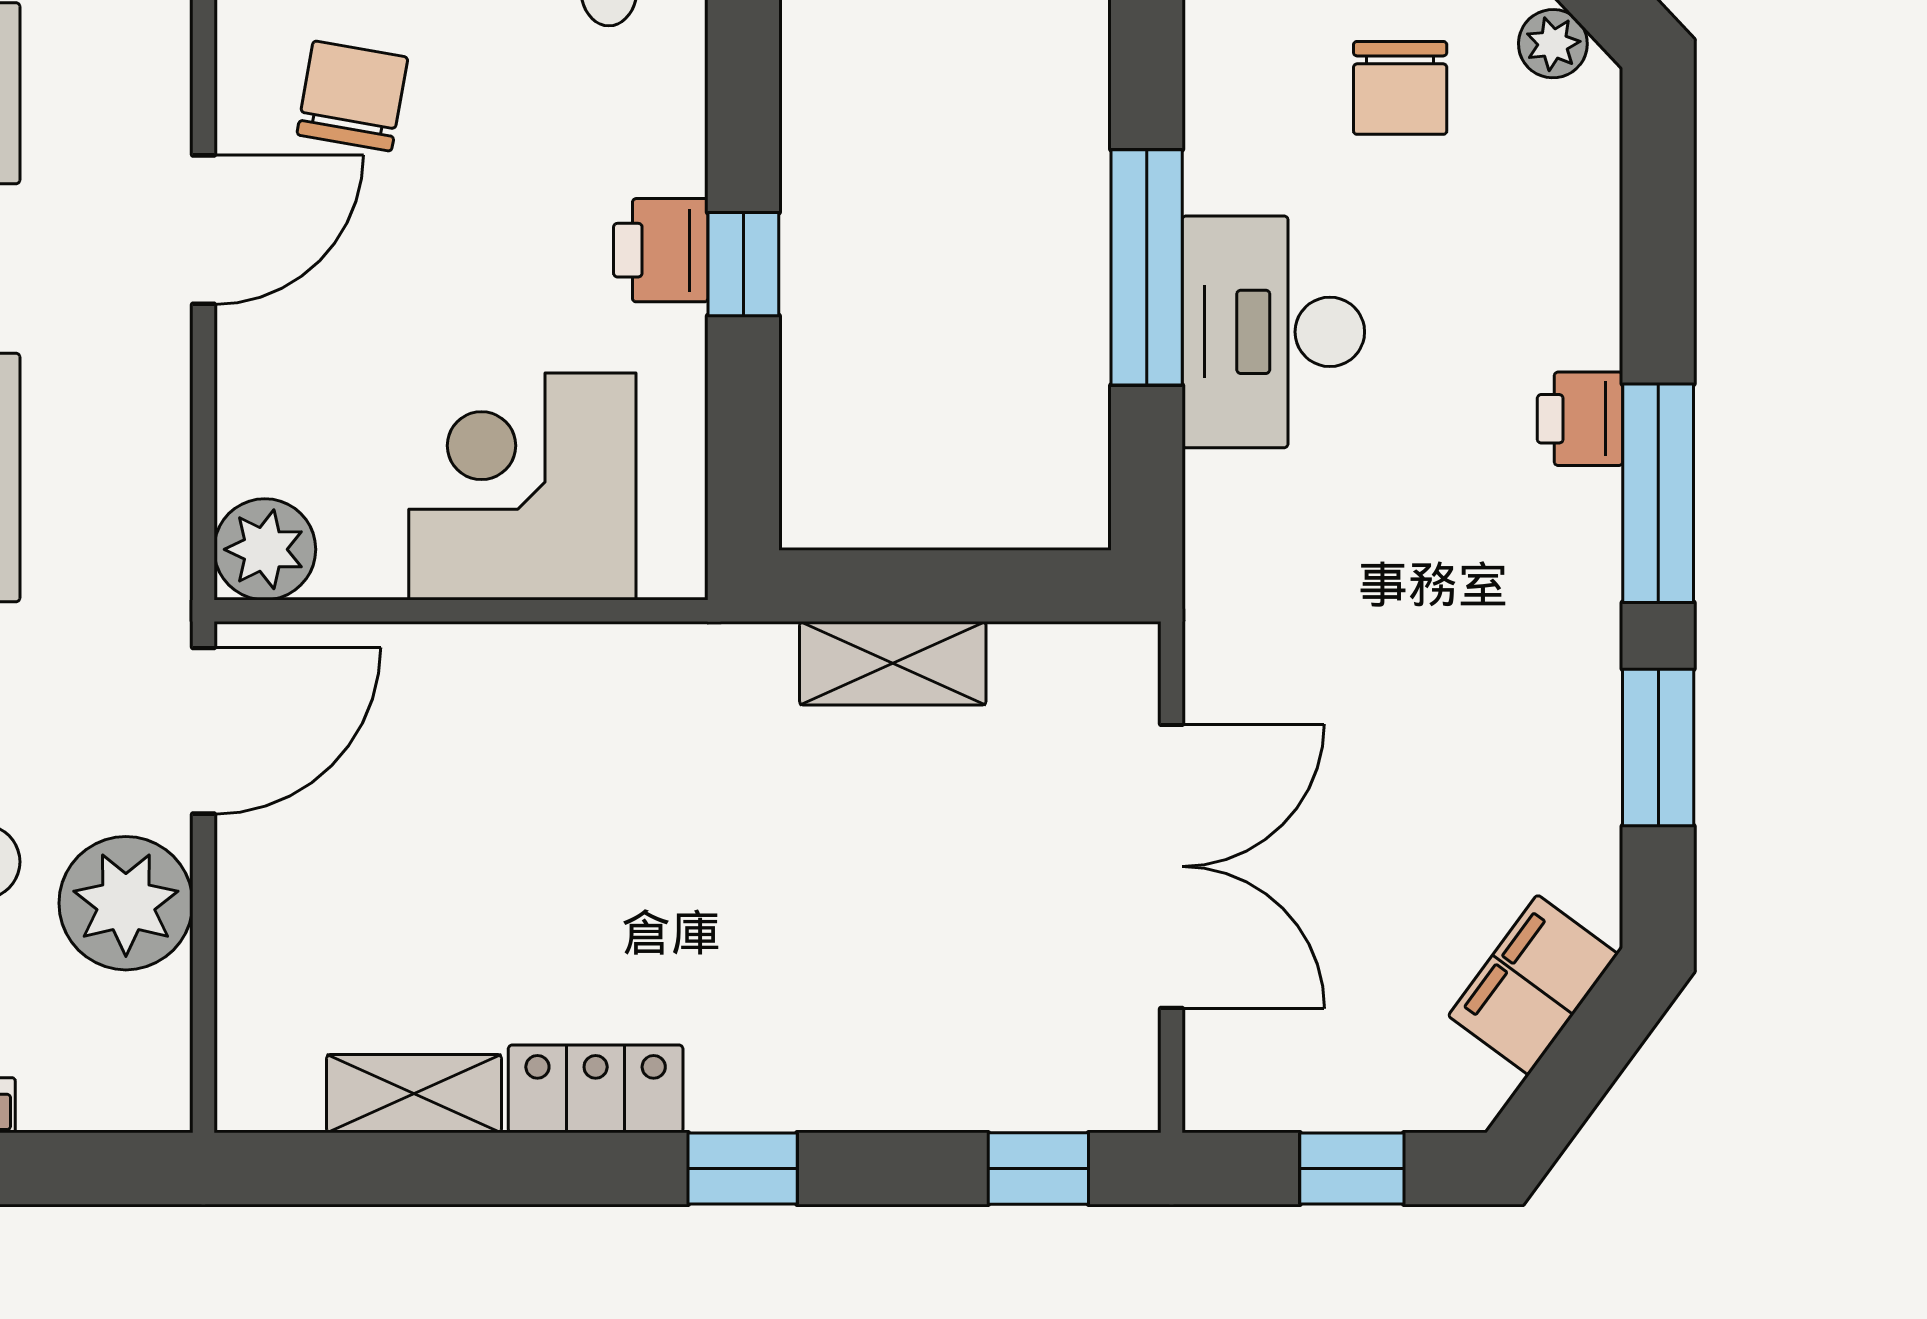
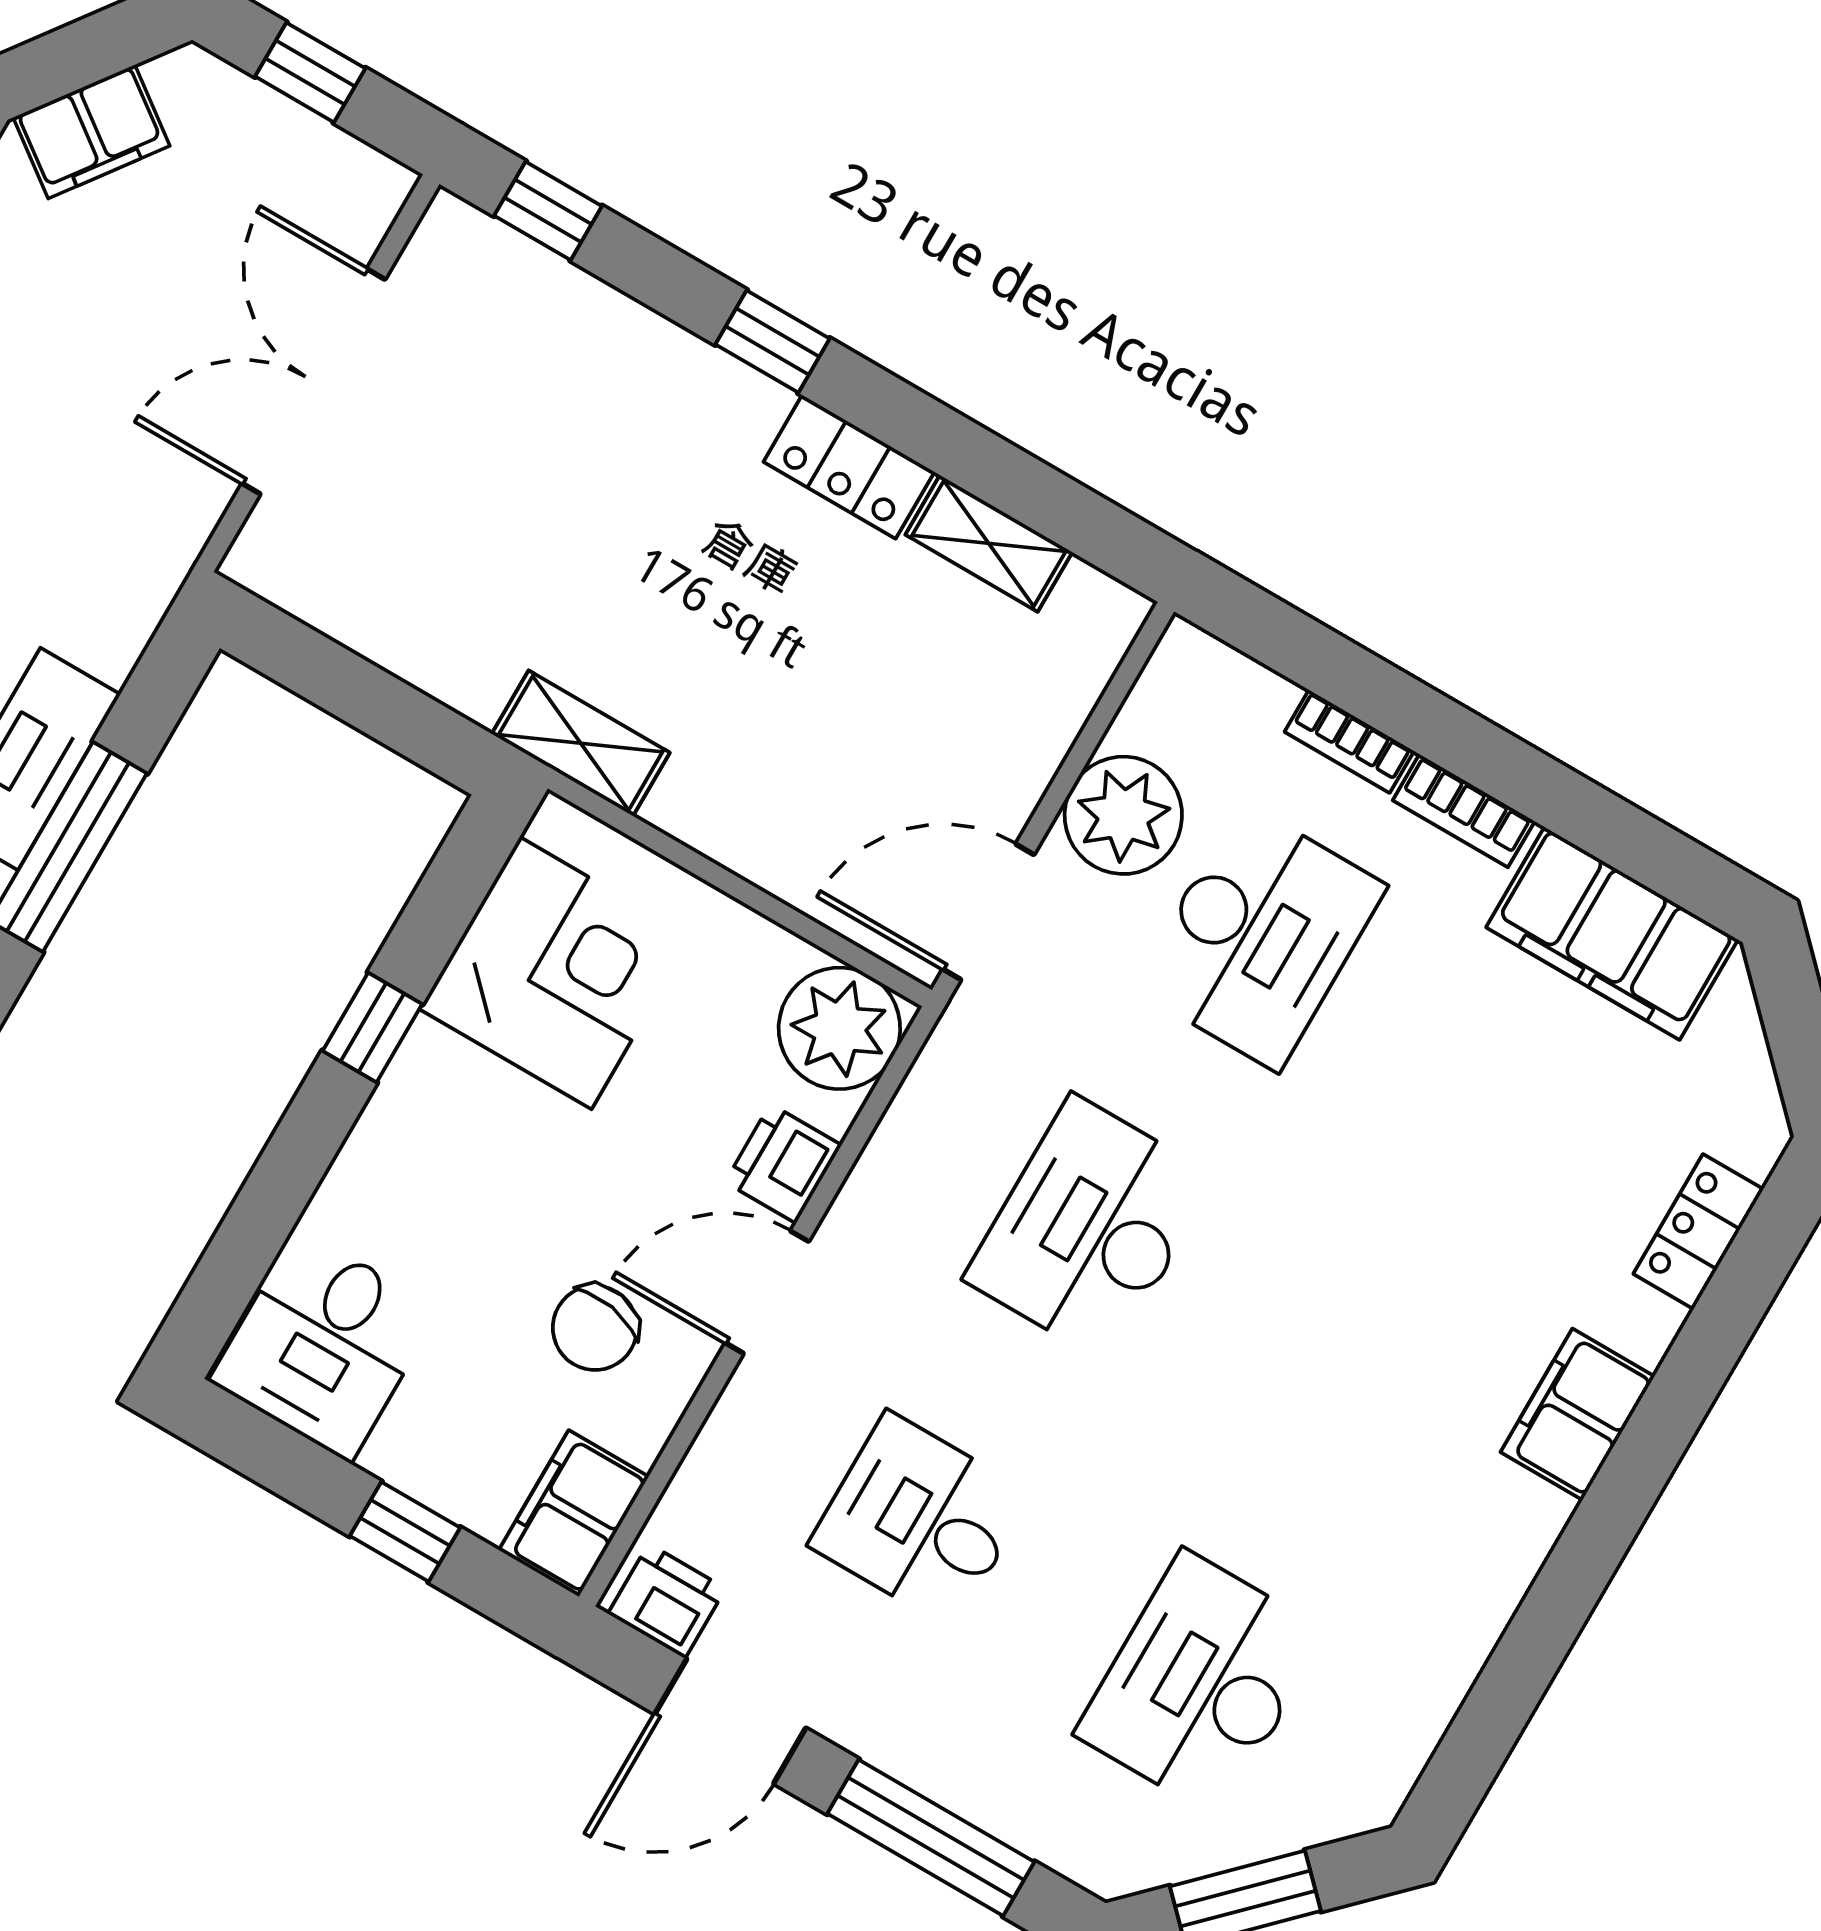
printer: (661, 250) -> (783, 1164), moved, turned 180
corner desk: (522, 487) -> (556, 973), moved, turned -90
plant: (265, 549) -> (839, 1028), width x1.36, depth x1.36
shelving: (893, 663) -> (581, 743), moved

